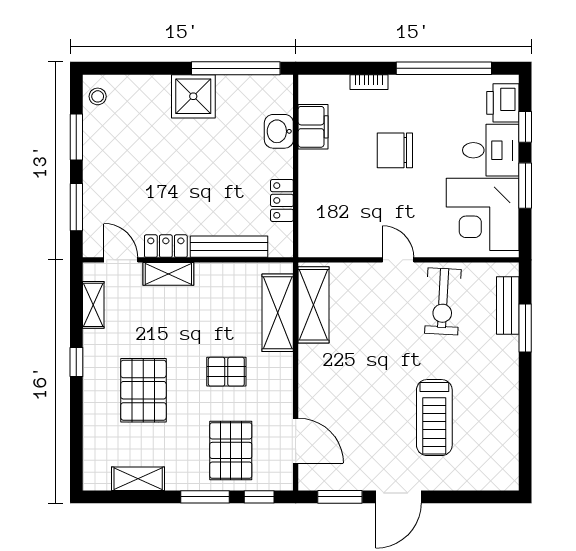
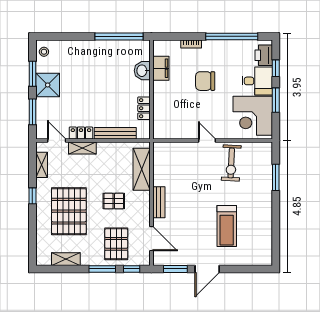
shower: (193, 96) -> (48, 85), moved
shelving: (314, 305) -> (161, 165), removed
bench: (508, 306) -> (159, 202), moved
pallet: (143, 390) -> (69, 211), width x1.37, depth x1.41

